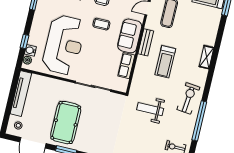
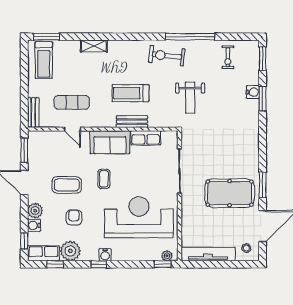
window: (25, 41) -> (163, 264), moved
bench: (146, 42) -> (132, 122), moved
water cooler: (30, 50) -> (105, 255), moved
shelving: (206, 57) -> (94, 46), moved
treadmill: (165, 62) -> (130, 93), turned 180

